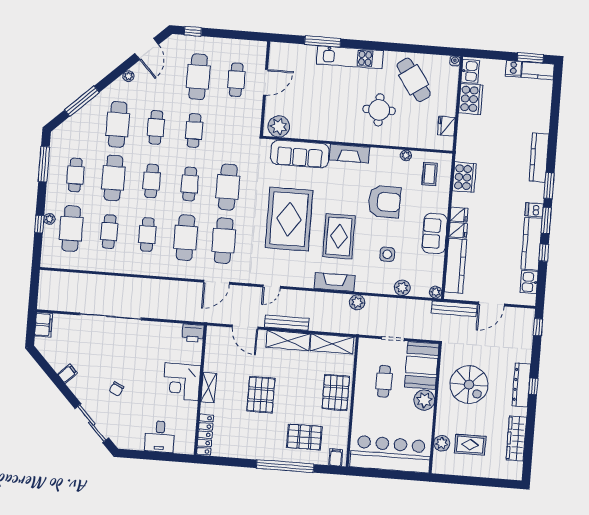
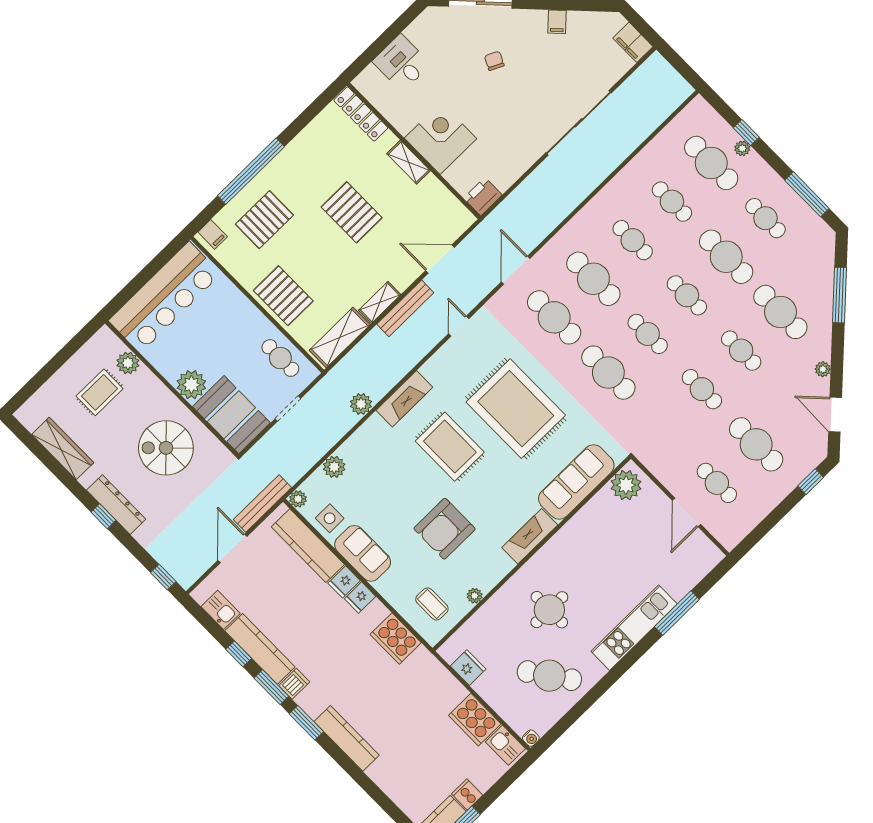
side table: (387, 254) -> (330, 518), moved
shelving: (288, 340) -> (380, 302), width x0.67, depth x0.75
cafe table: (384, 381) -> (280, 358), moved

